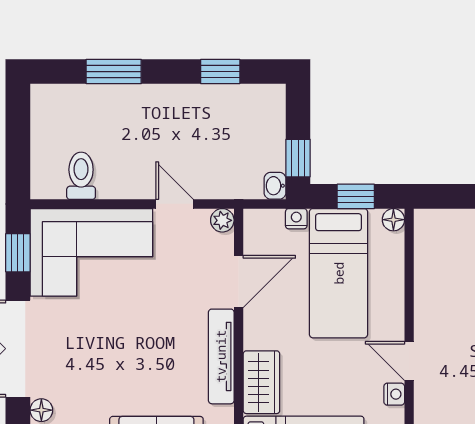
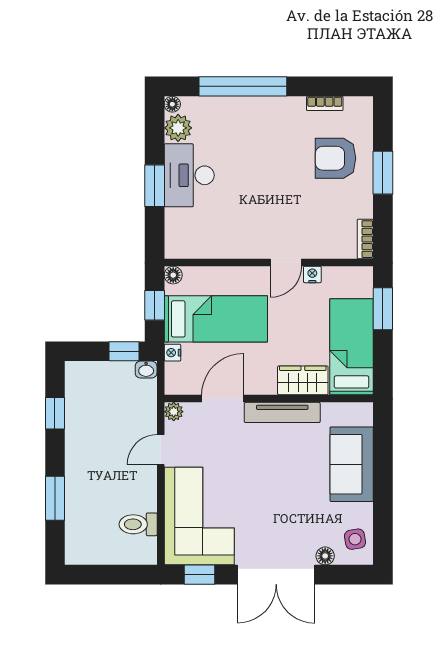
door: (239, 282) -> (223, 399), hinge flipped

